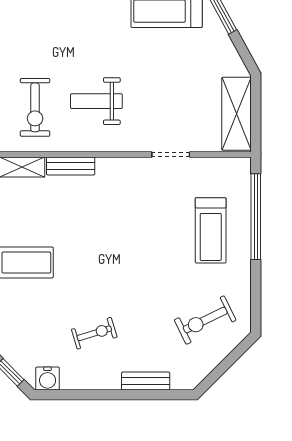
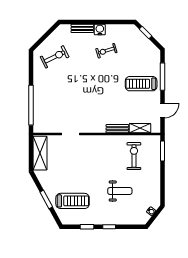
weight bench: (96, 101) -> (120, 191), moved
treadmill: (211, 230) -> (52, 99), removed
water cooler: (48, 379) -> (100, 30), moved

